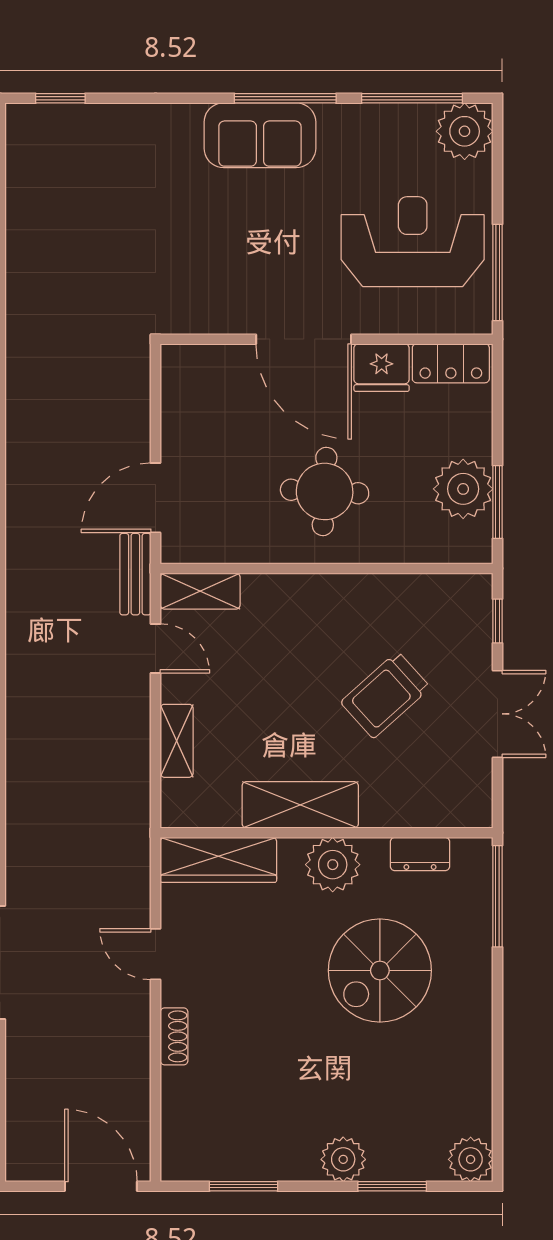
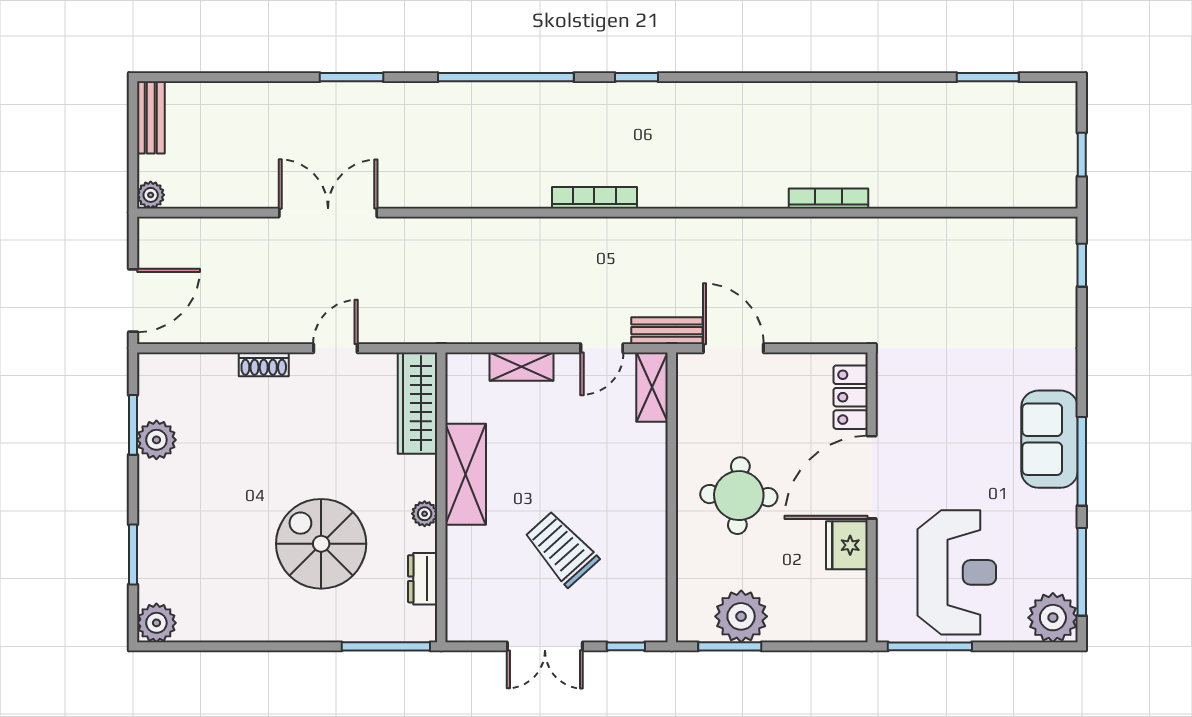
locker: (451, 363) -> (851, 397), moved
plant: (333, 865) -> (425, 514), width x0.53, depth x0.53
plant: (343, 1159) -> (156, 440), moved

